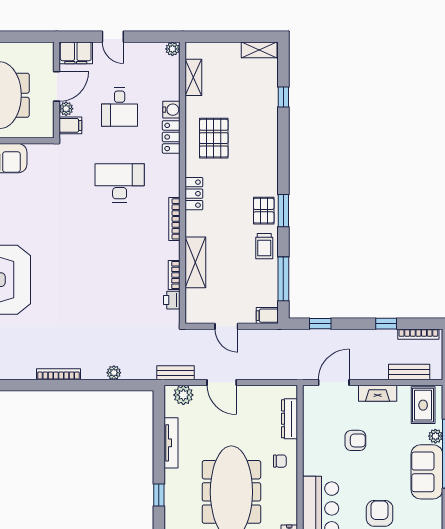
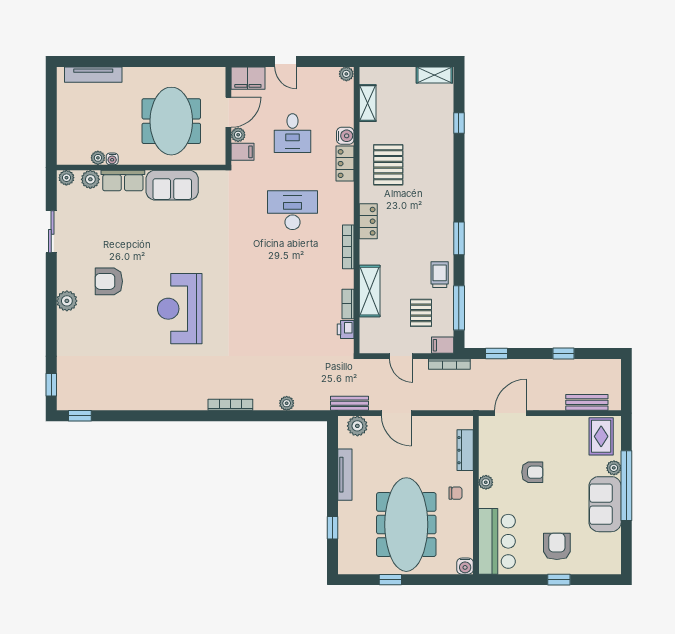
pallet: (264, 211) -> (421, 313), moved
trolley: (264, 246) -> (440, 275), turned 180
bookcase: (418, 334) -> (449, 364), moved
fireplace: (378, 393) -> (555, 424), removed
plant: (310, 450) -> (486, 482), added

